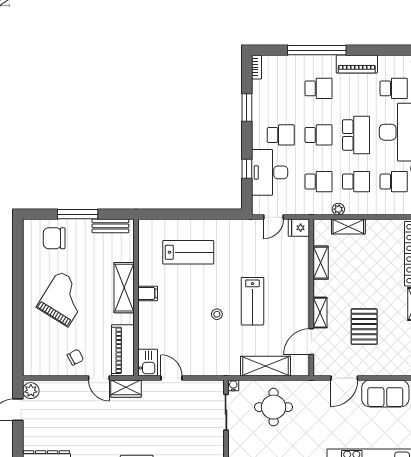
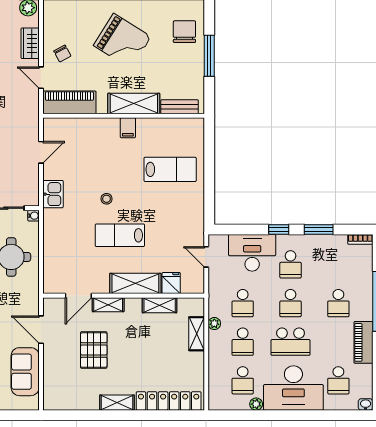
window: (247, 169) -> (279, 229), moved
bench: (110, 226) -> (180, 107), moved, turned 90
fridge: (299, 228) -> (171, 283), moved
lab bench: (188, 252) -> (170, 169), turned -90
pallet: (364, 327) -> (94, 350), turned 90
door: (311, 342) -> (78, 296), swing flipped
kitchen sink: (148, 363) -> (53, 194), moved, turned -90
shelving: (265, 366) -> (135, 283), moved, turned 90
door: (99, 378) -> (41, 78), hinge flipped
wardrobe: (126, 389) -> (30, 43), moved

